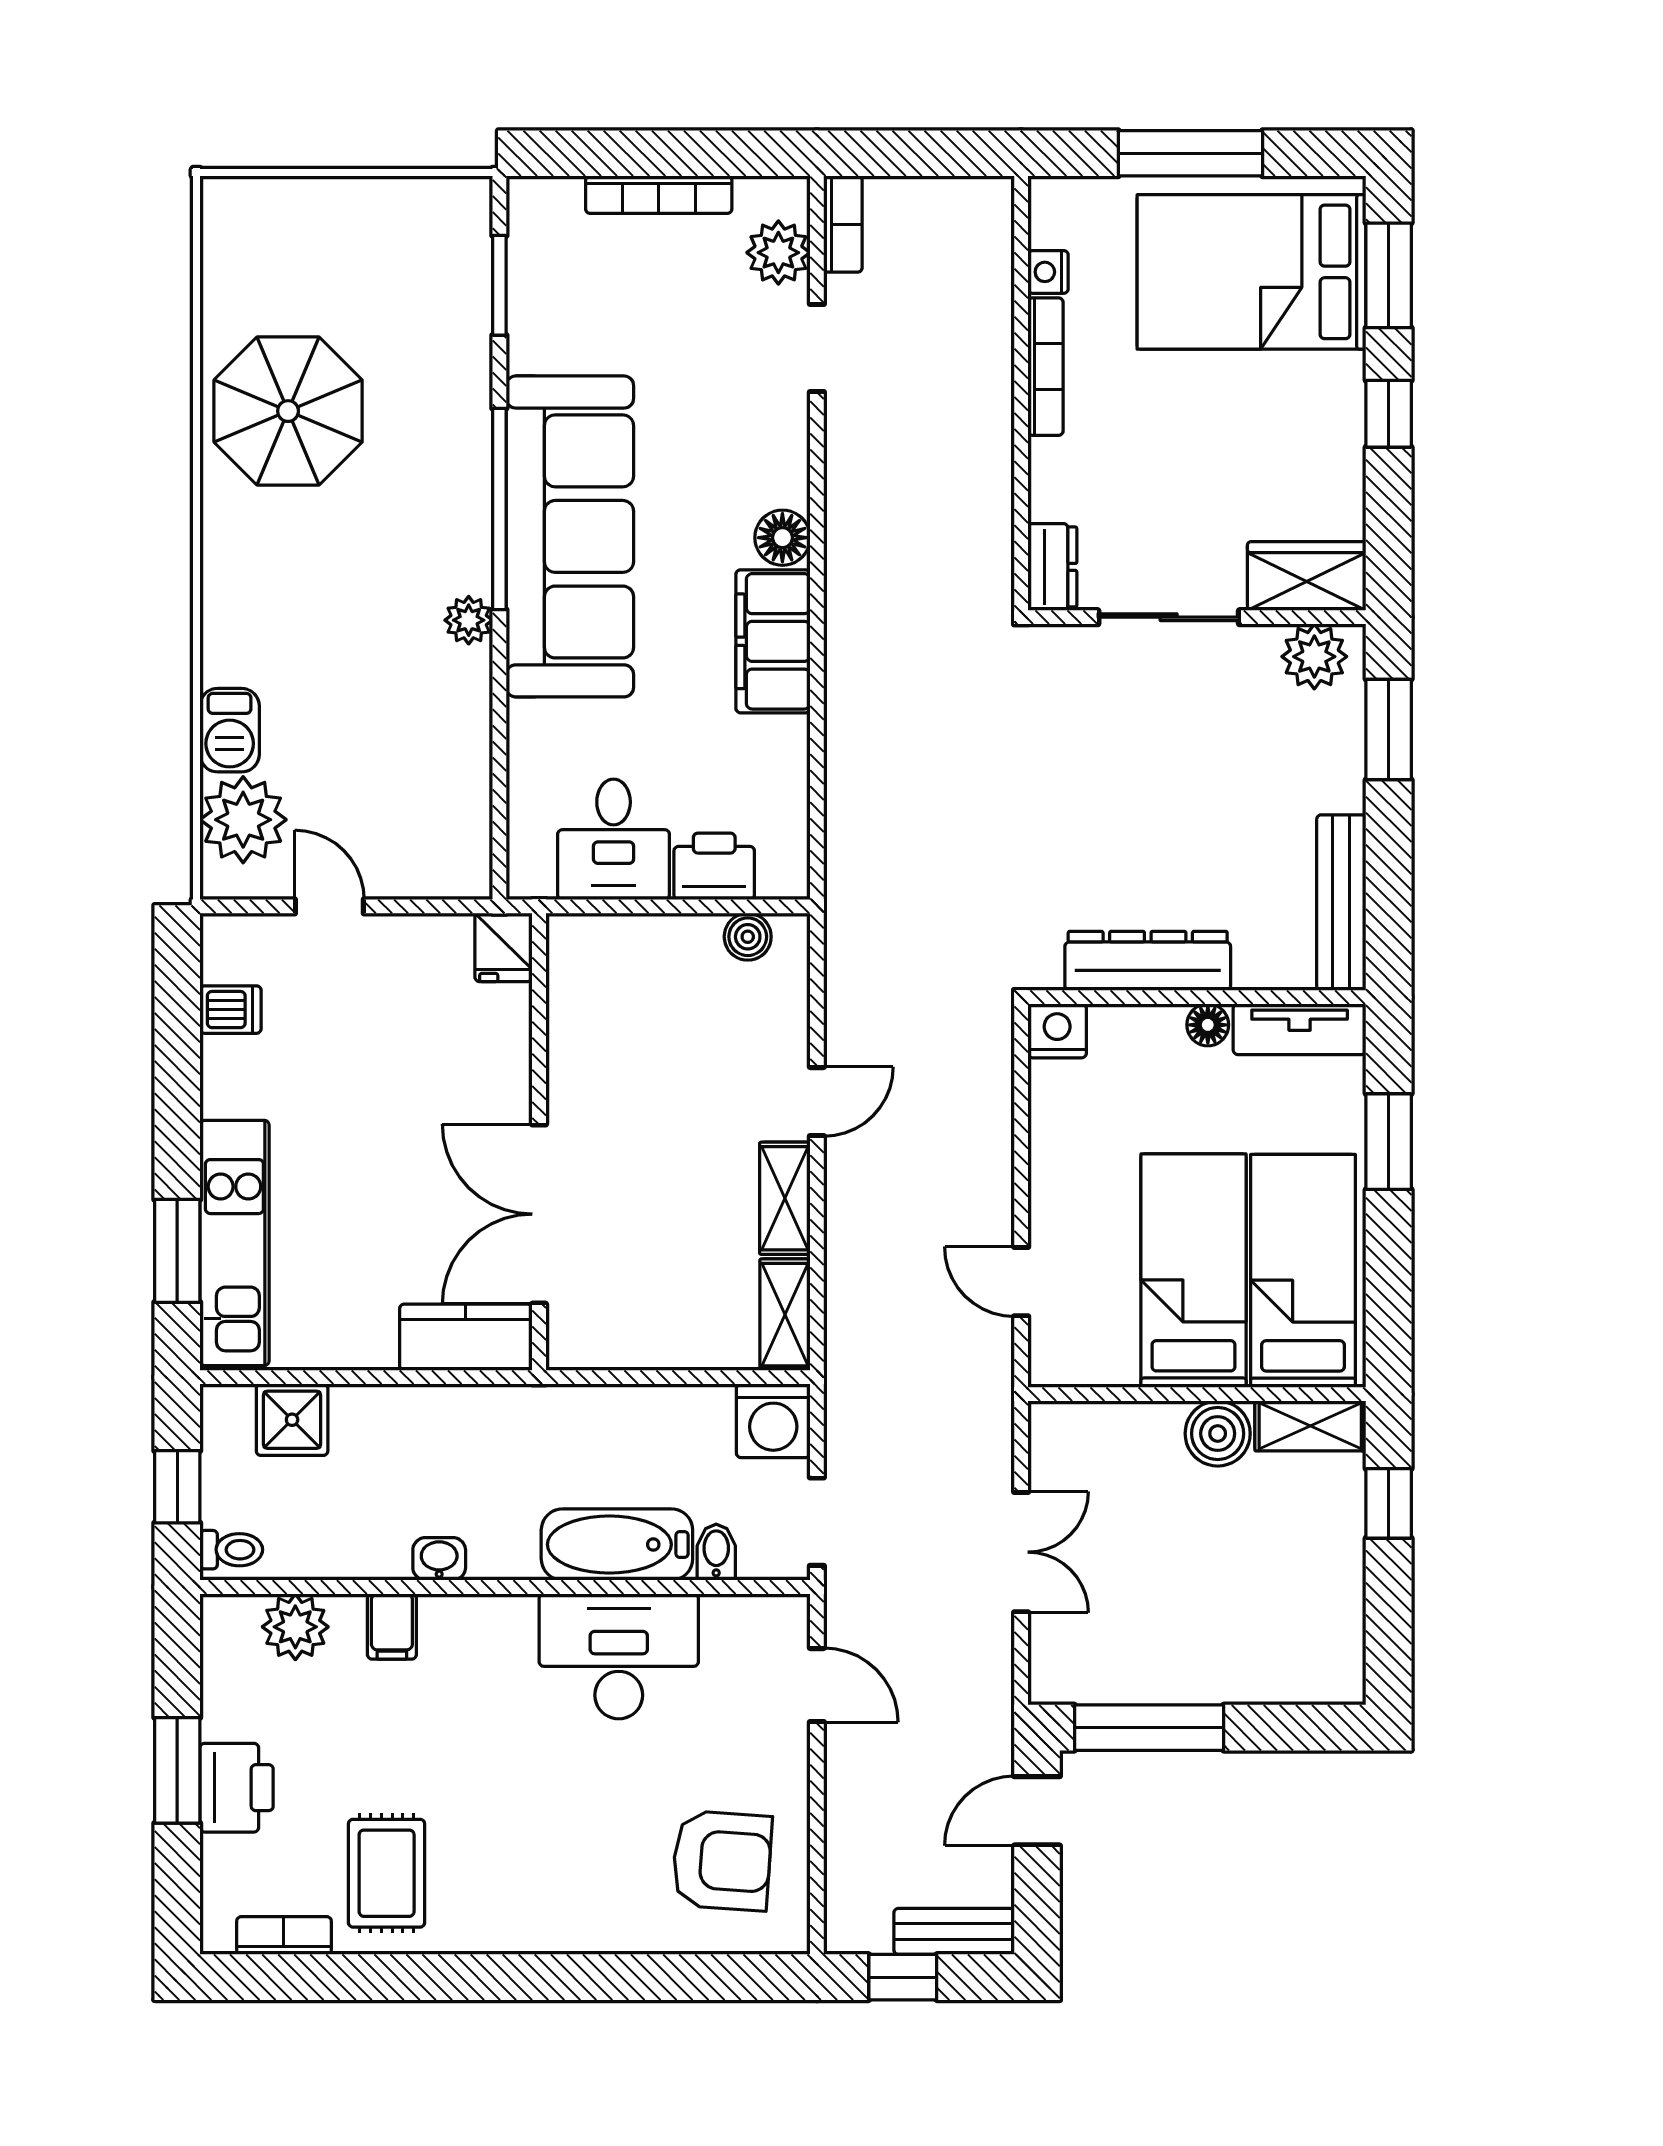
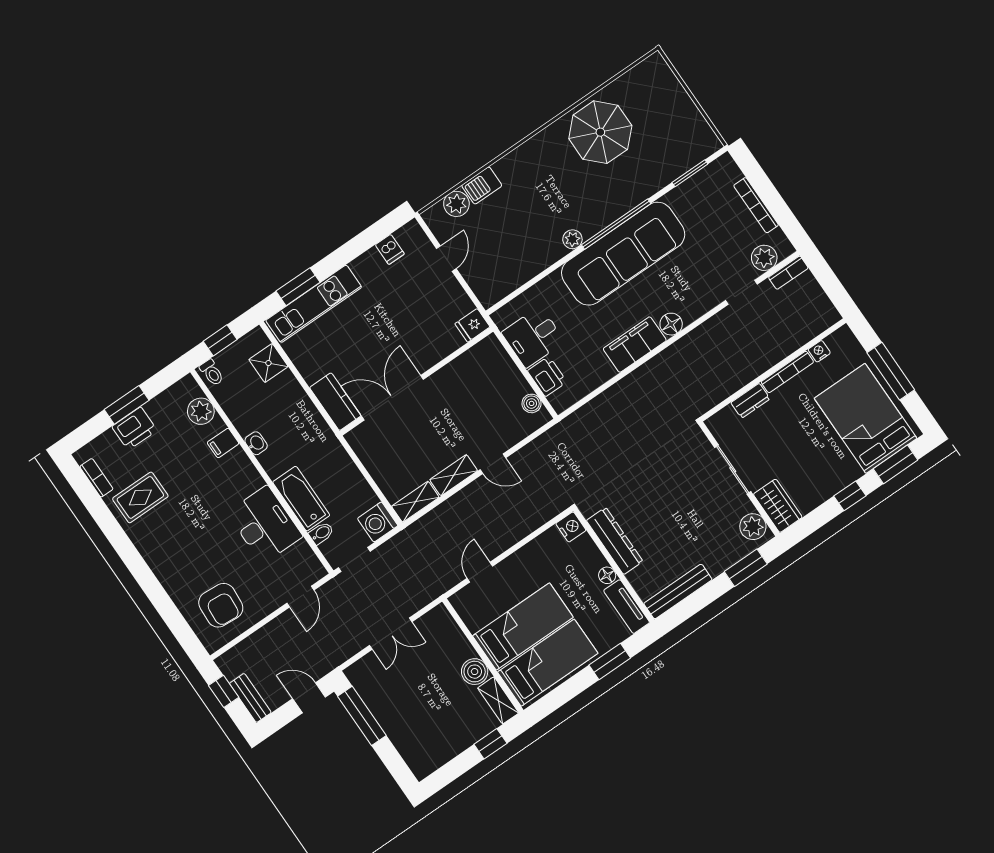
dresser: (1052, 567) -> (750, 401), moved
plant: (243, 820) -> (456, 204), width x0.73, depth x0.73

